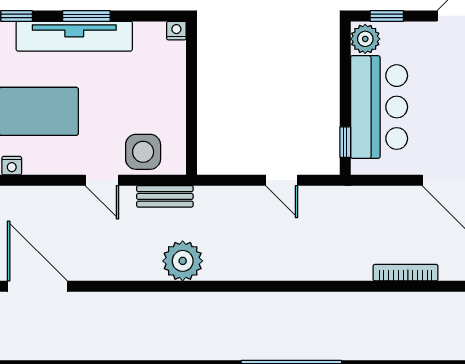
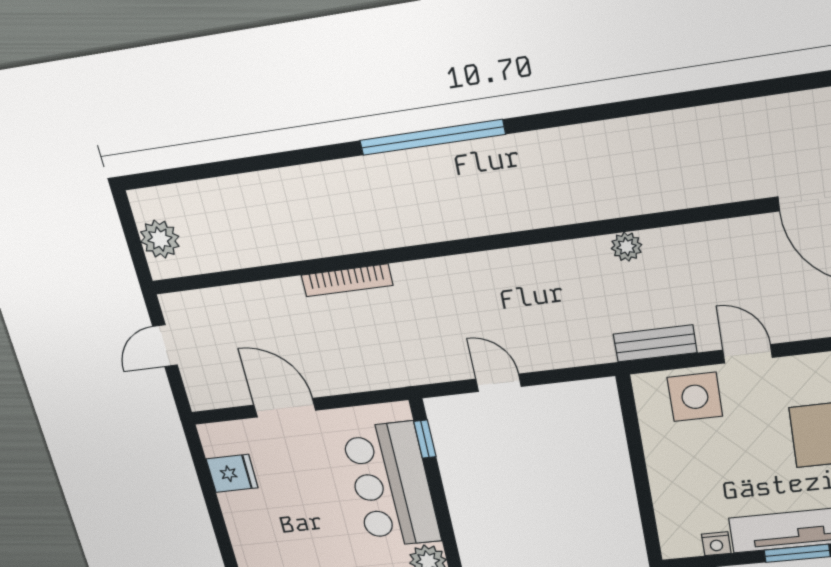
nightstand: (176, 31) -> (716, 544), moved
plant: (183, 261) -> (627, 247), width x0.53, depth x0.53
bookcase: (406, 273) -> (347, 280), moved

